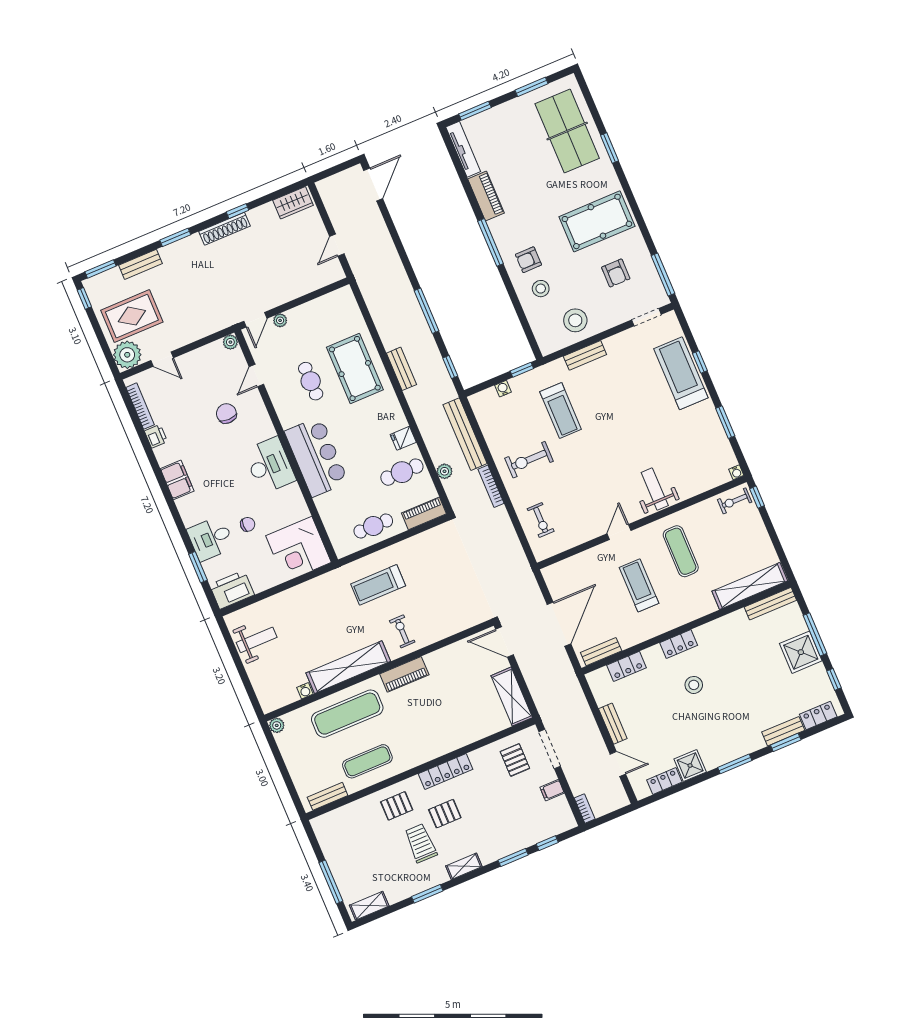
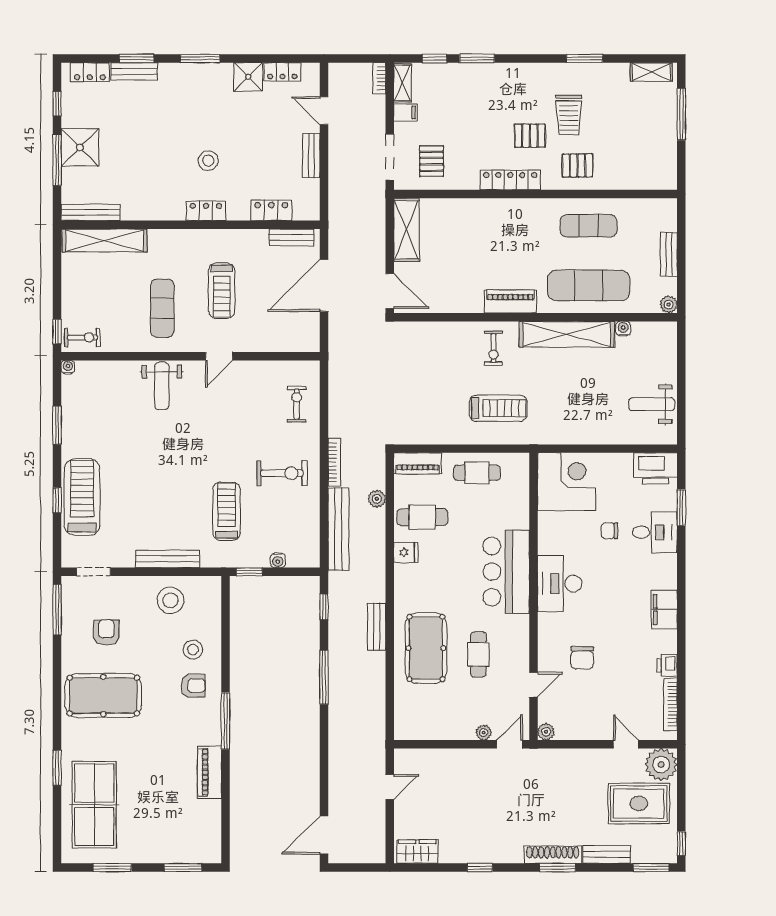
tv unit: (463, 149) -> (213, 832), removed
shoe rack: (225, 229) -> (553, 855), moved
bench: (585, 355) -> (168, 559), width x1.36
treadmill: (681, 373) -> (82, 497), turned 180
bench: (328, 796) -> (669, 254), moved, turned 90
shelving: (464, 866) -> (402, 83), moved, turned 90

